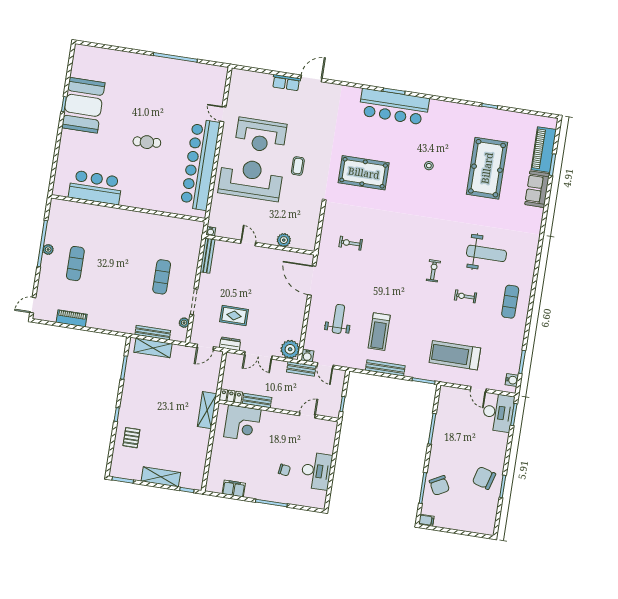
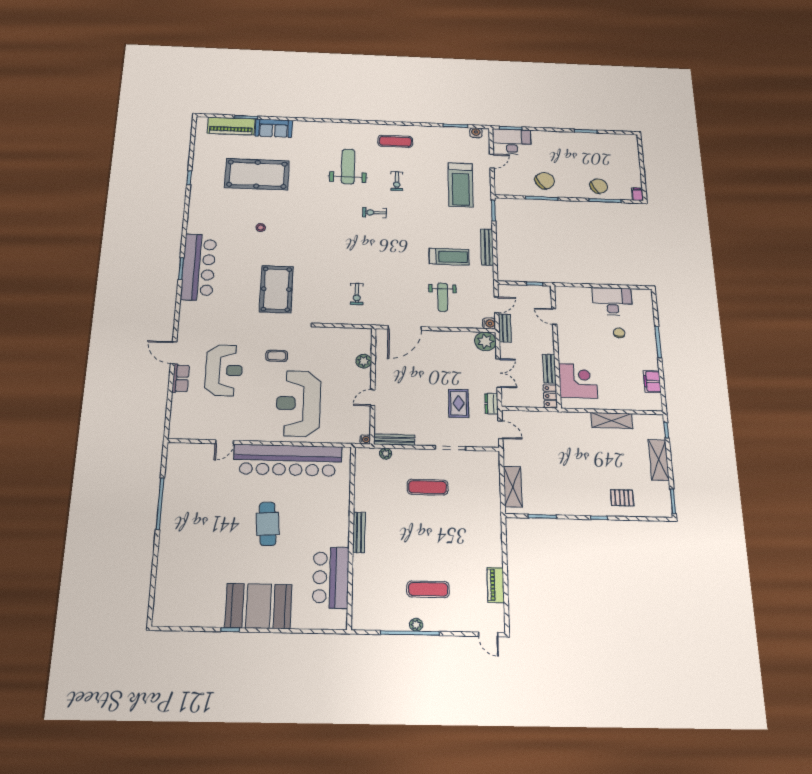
booth: (83, 105) -> (259, 606), moved
reception desk: (261, 135) -> (224, 370), moved
cafe table: (147, 142) -> (268, 524), width x1.37, depth x1.35
weight bench: (338, 319) -> (443, 297), turned -90
plant: (184, 323) -> (386, 454), moved
bench: (153, 333) -> (359, 532), moved
shelving: (207, 410) -> (612, 421), moved
chair: (484, 478) -> (545, 181), moved, turned -138

